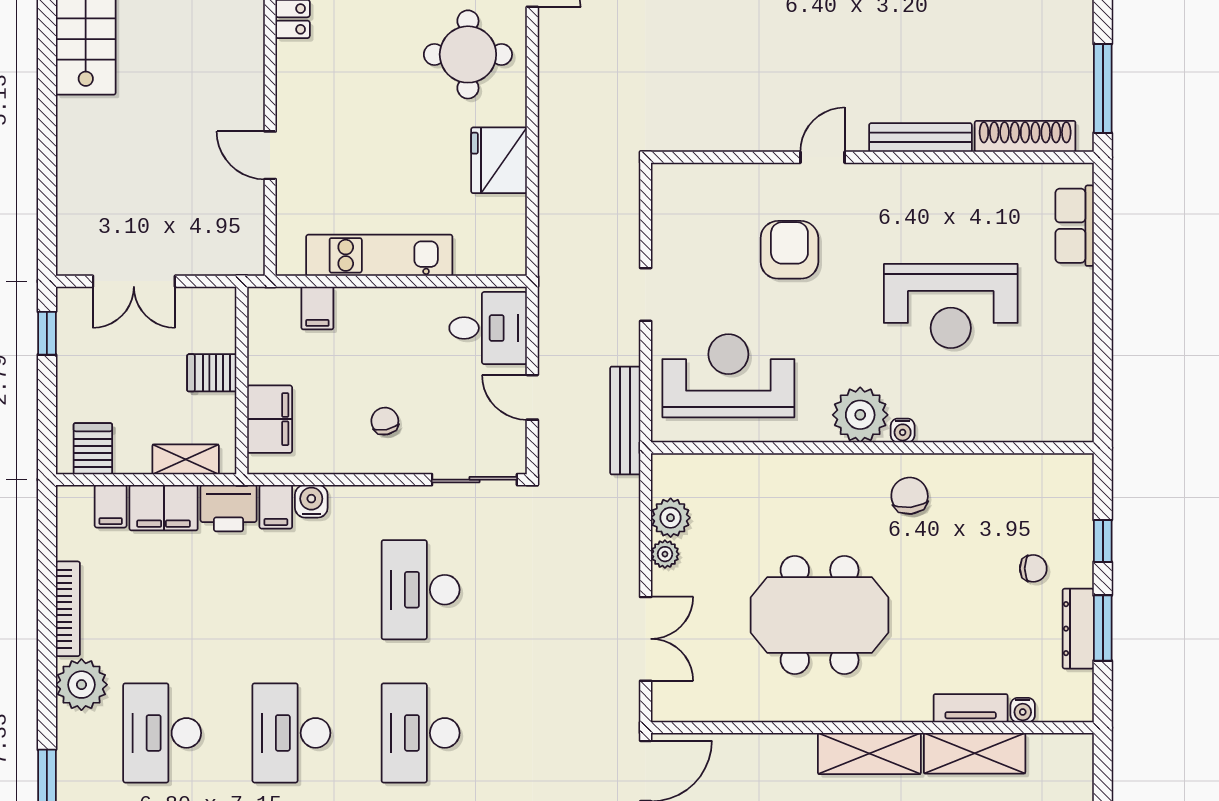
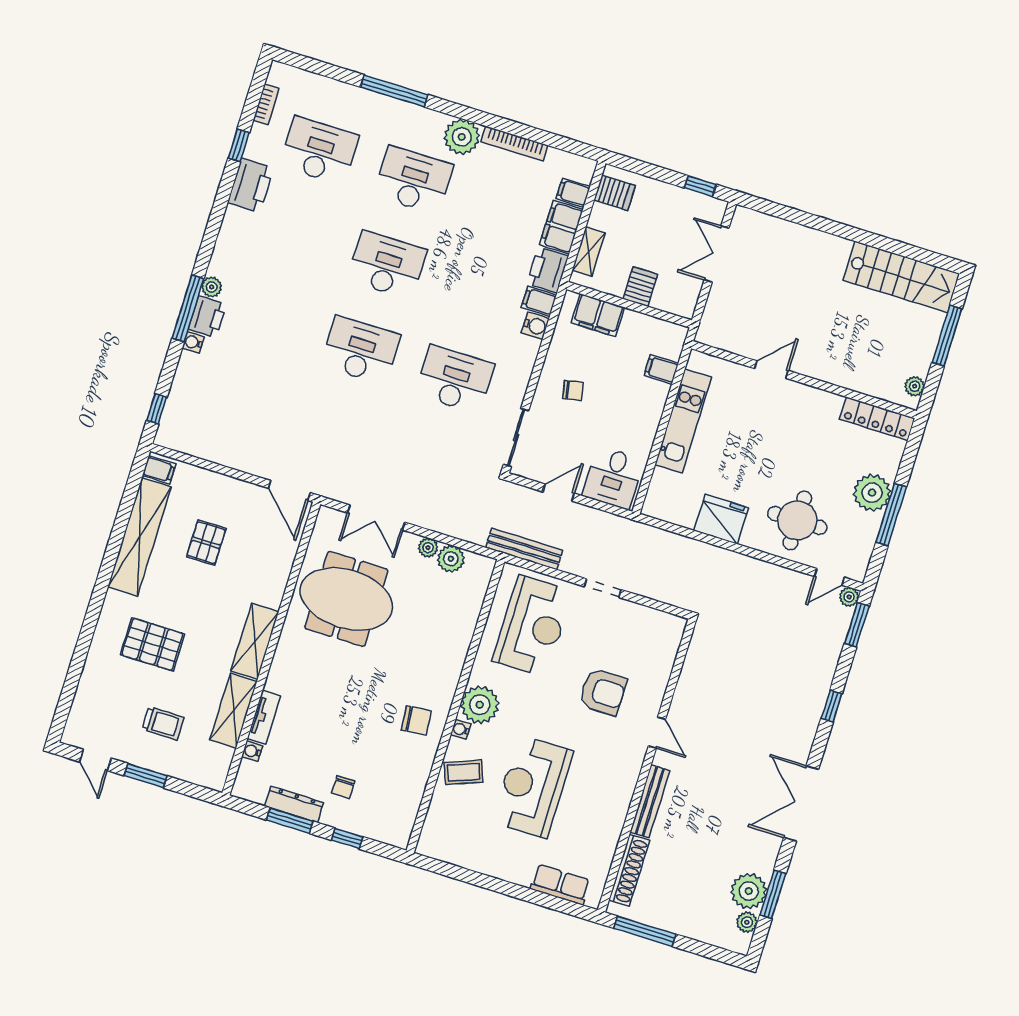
coffee table: (961, 408) -> (464, 772), added
meeting table: (820, 615) -> (346, 599), moved, turned 90

